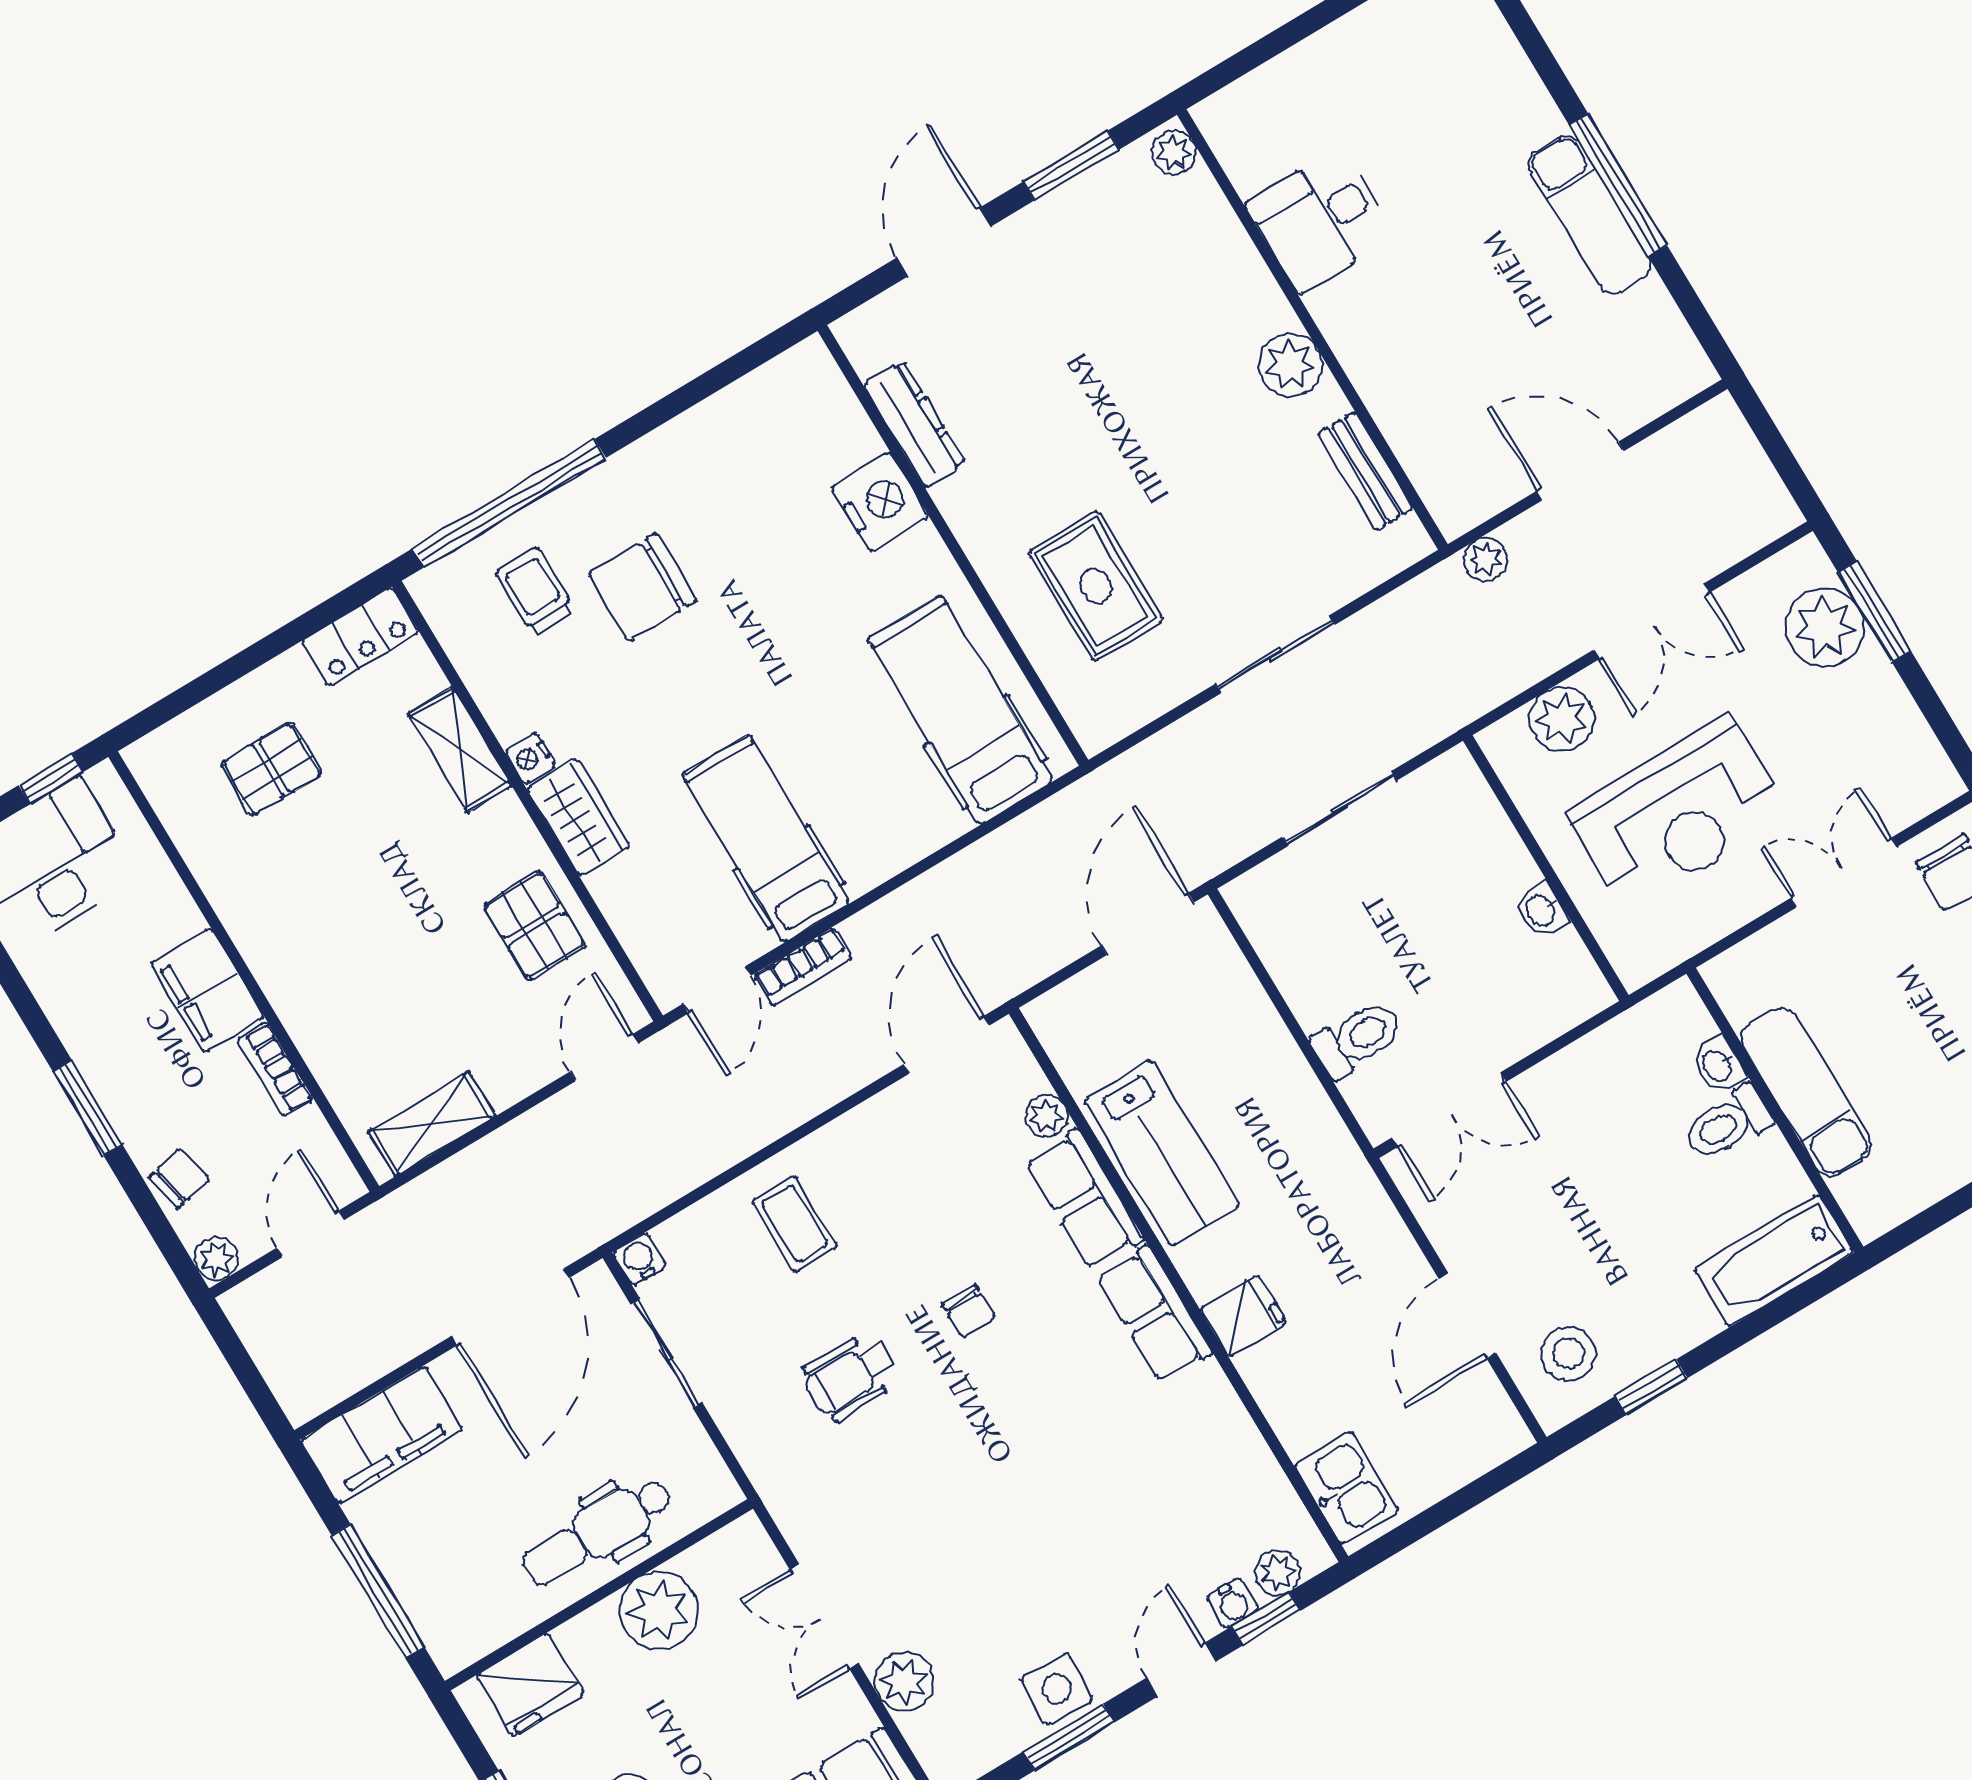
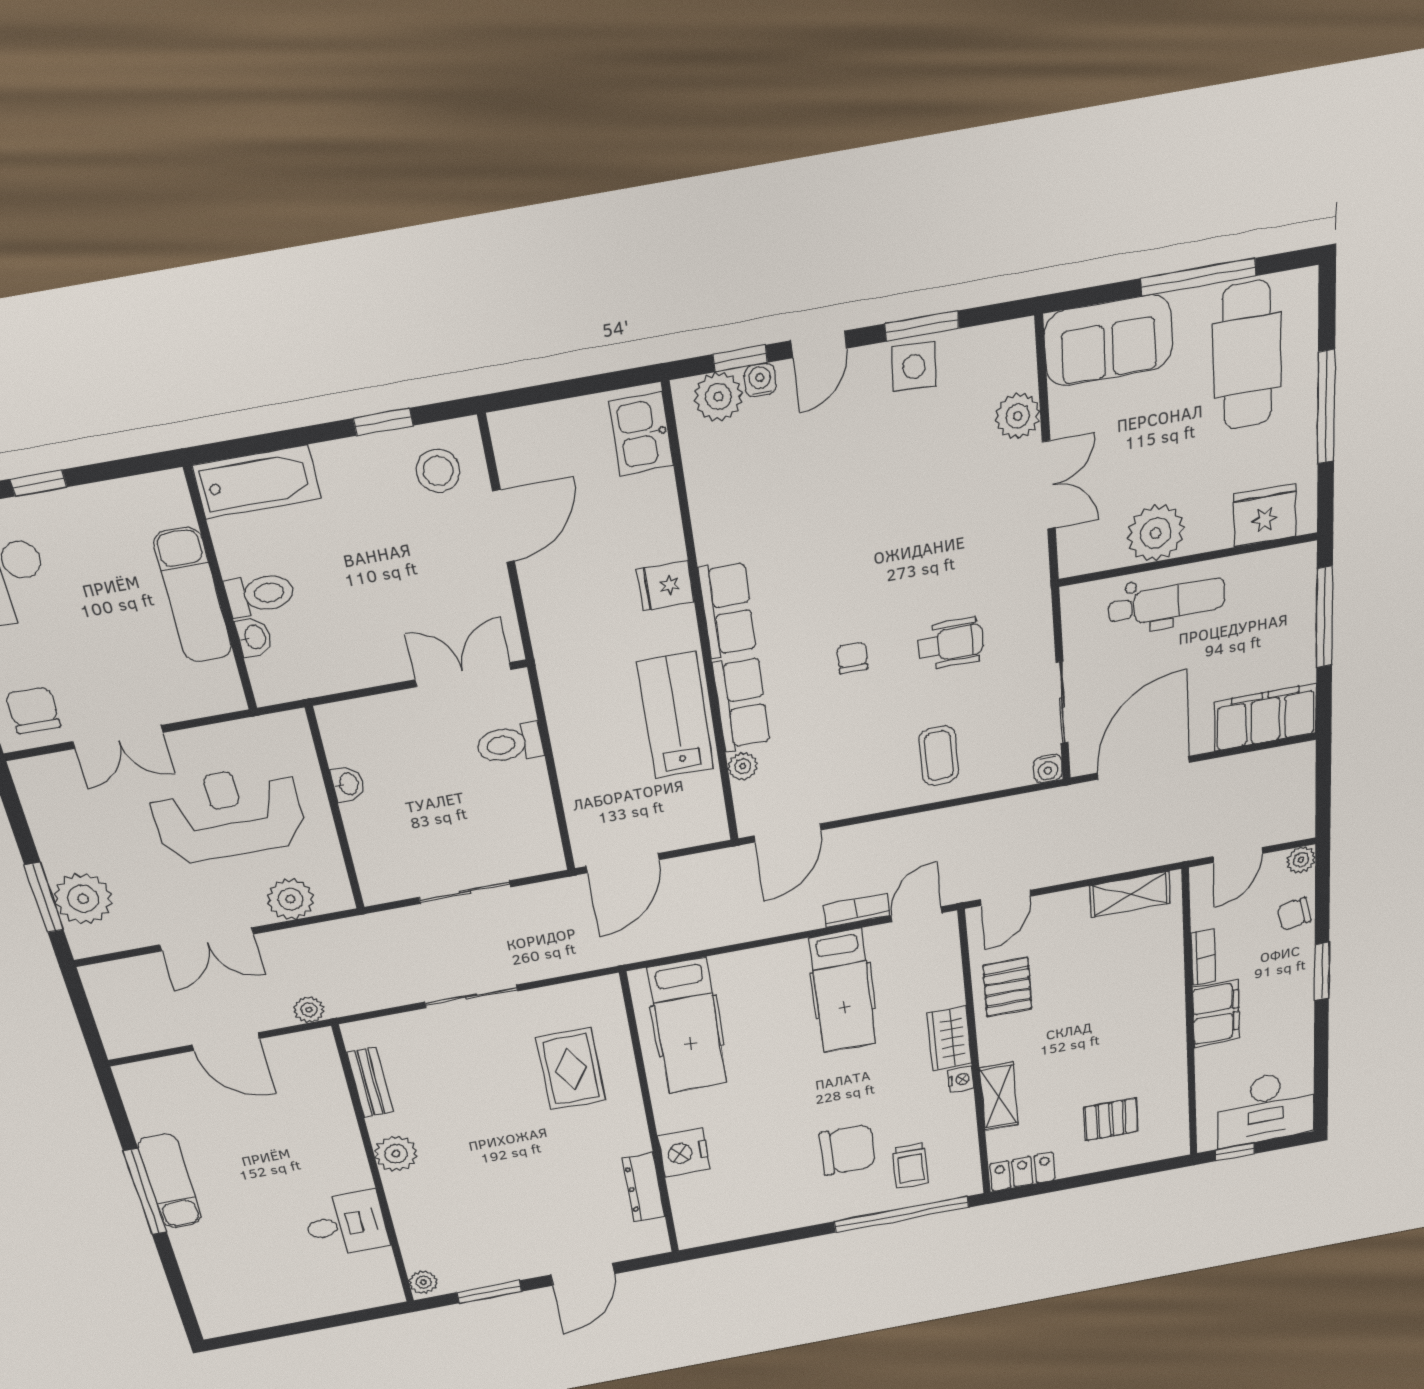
double door: (1652, 621) -> (207, 939), swing flipped
plant: (1278, 1573) -> (718, 397), width x1.38, depth x1.38

